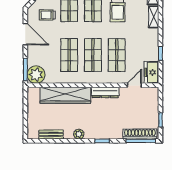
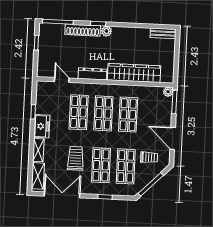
freezer: (151, 72) -> (42, 126), moved
plant: (36, 75) -> (168, 92), width x0.53, depth x0.53
door: (134, 85) -> (62, 80), swing flipped
plant: (79, 134) -> (106, 31), moved
shoe rack: (140, 134) -> (83, 30), moved
bench: (51, 135) -> (163, 33), moved

